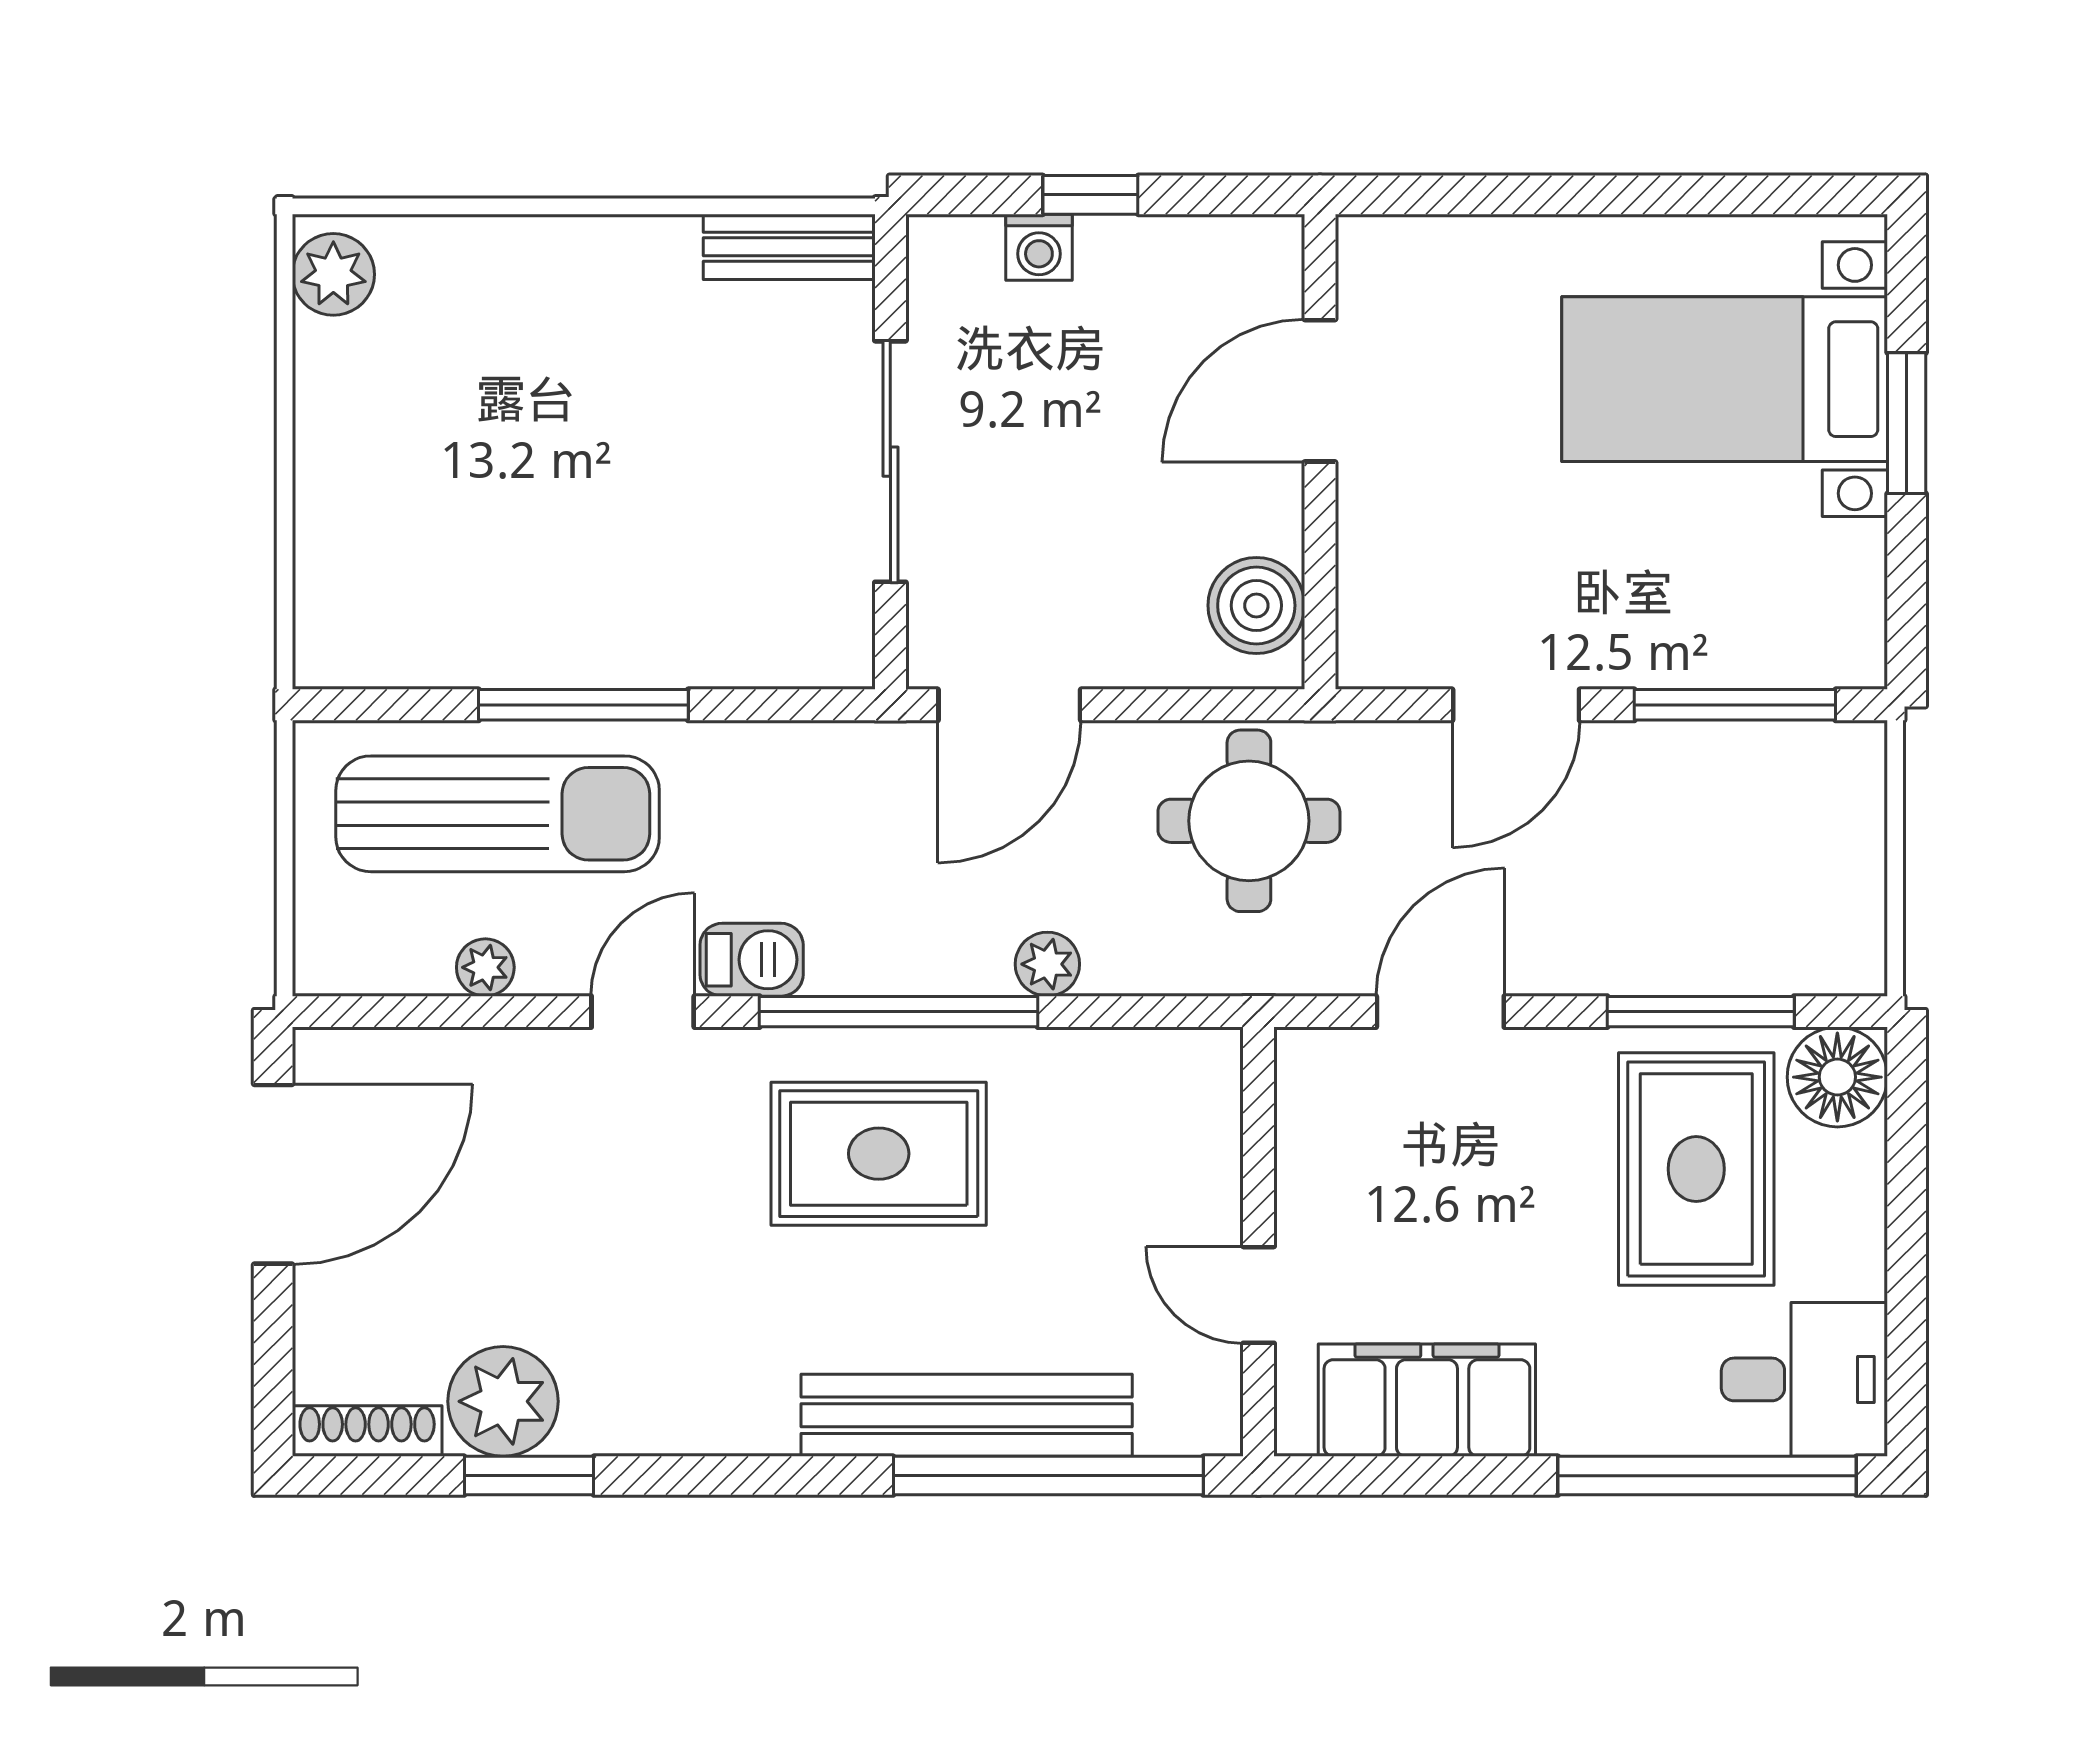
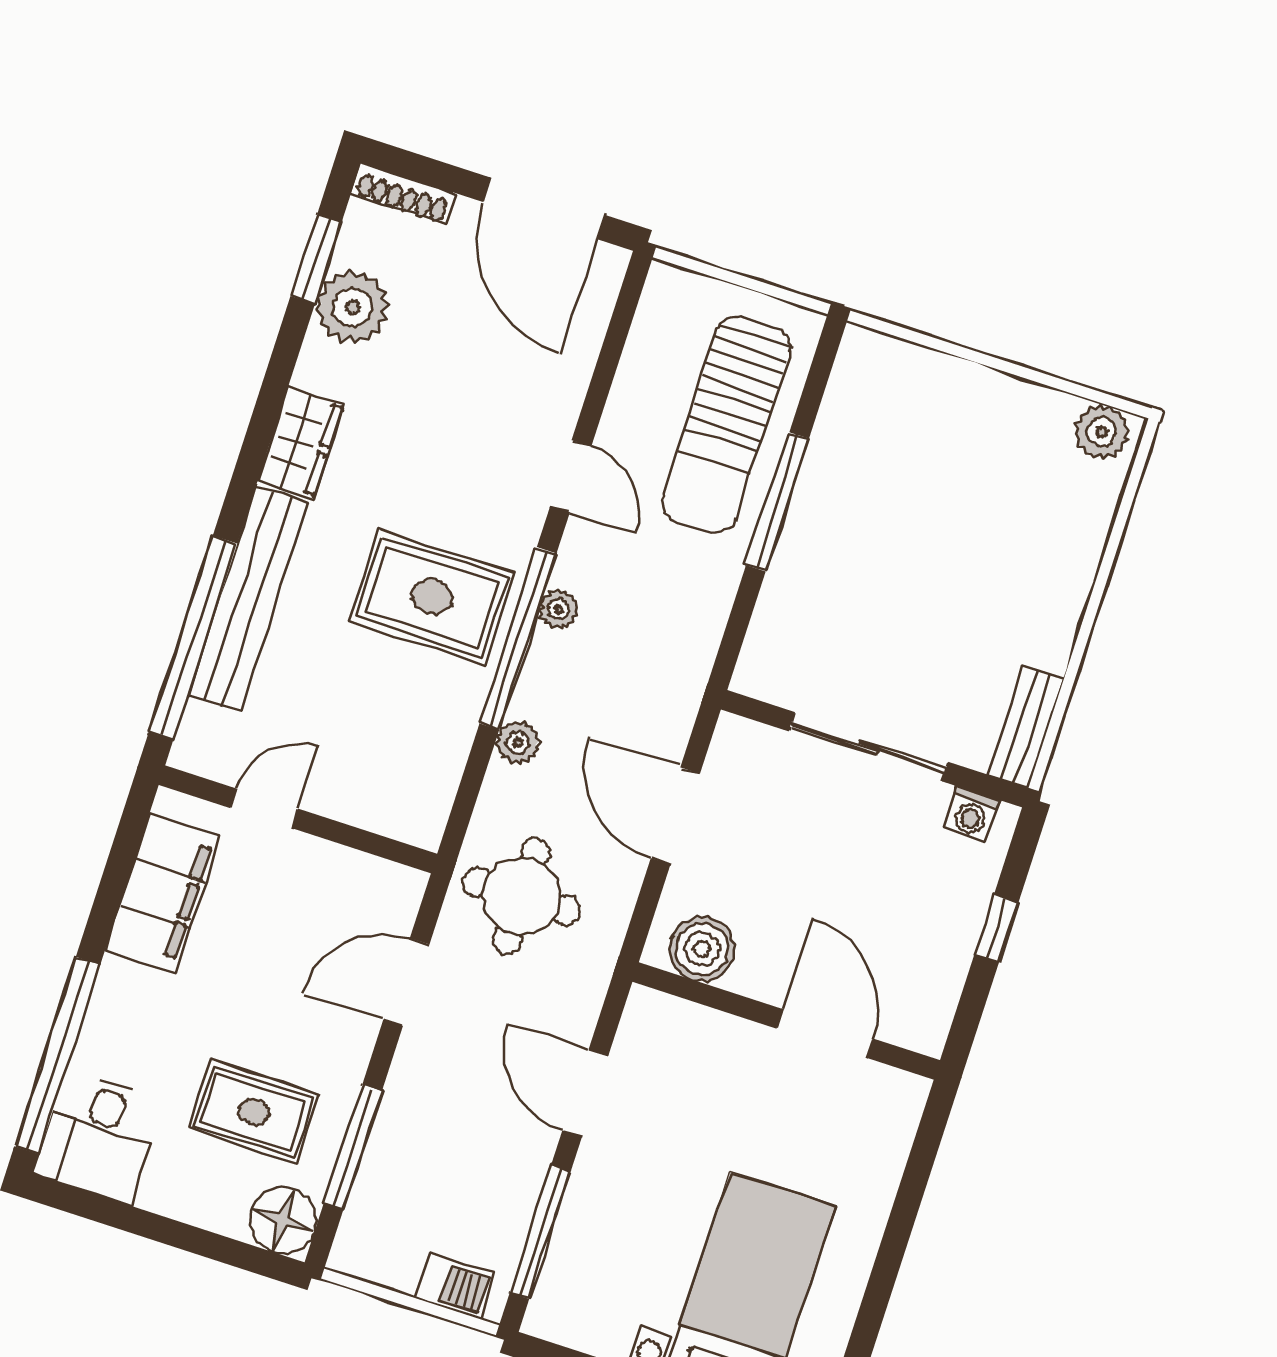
washing machine: (1039, 247) -> (972, 814), moved, turned -90
door: (1009, 705) -> (675, 816), moved
round table: (1249, 821) -> (521, 896), moved
barbecue: (752, 960) -> (455, 1286), moved, turned -90
plant: (485, 967) -> (559, 609), moved
door: (1440, 1012) -> (406, 982), swing flipped
rug: (879, 1154) -> (432, 597), turned 90
rug: (1696, 1169) -> (254, 1112), width x0.73, depth x0.70
wardrobe: (720, 1413) -> (300, 443), added
shoe rack: (367, 1431) -> (403, 194), moved, turned 90
window: (529, 1476) -> (316, 259), moved

